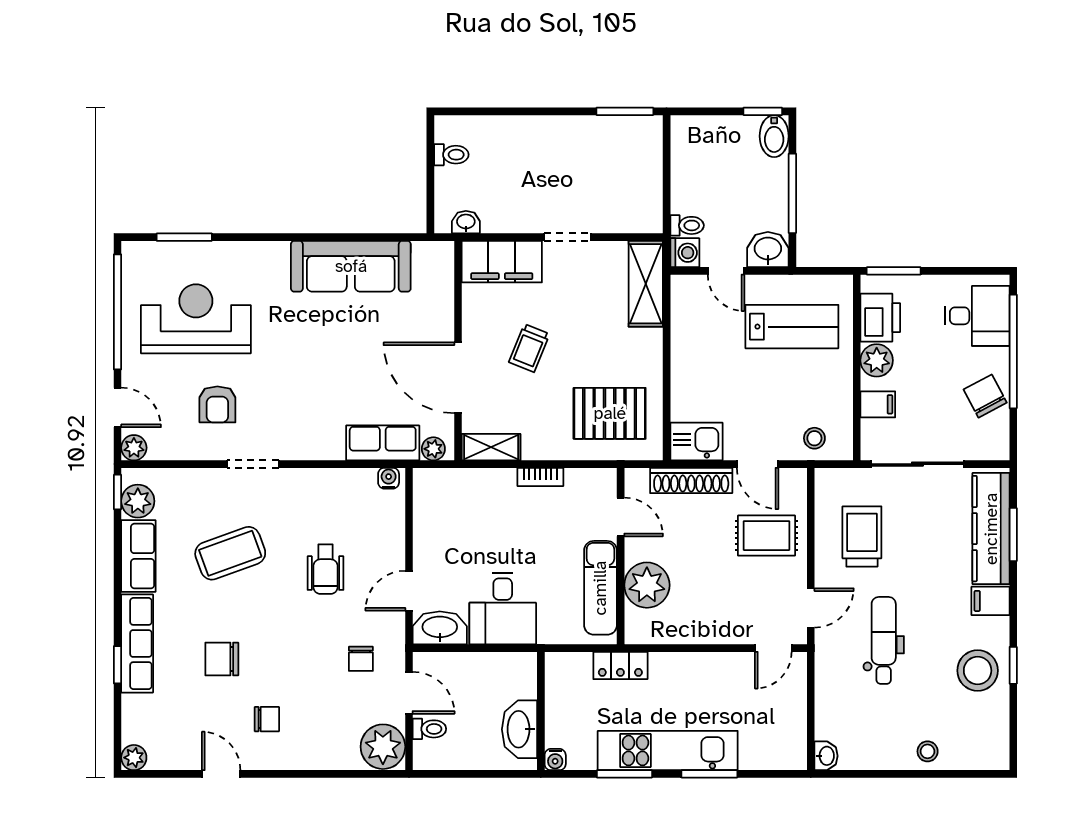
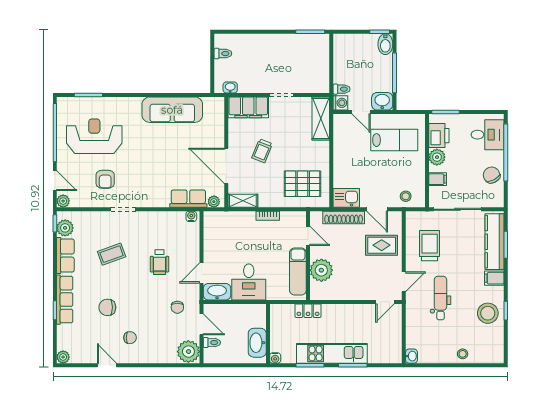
coffee table: (230, 553) -> (112, 254), width x0.73, depth x0.77

